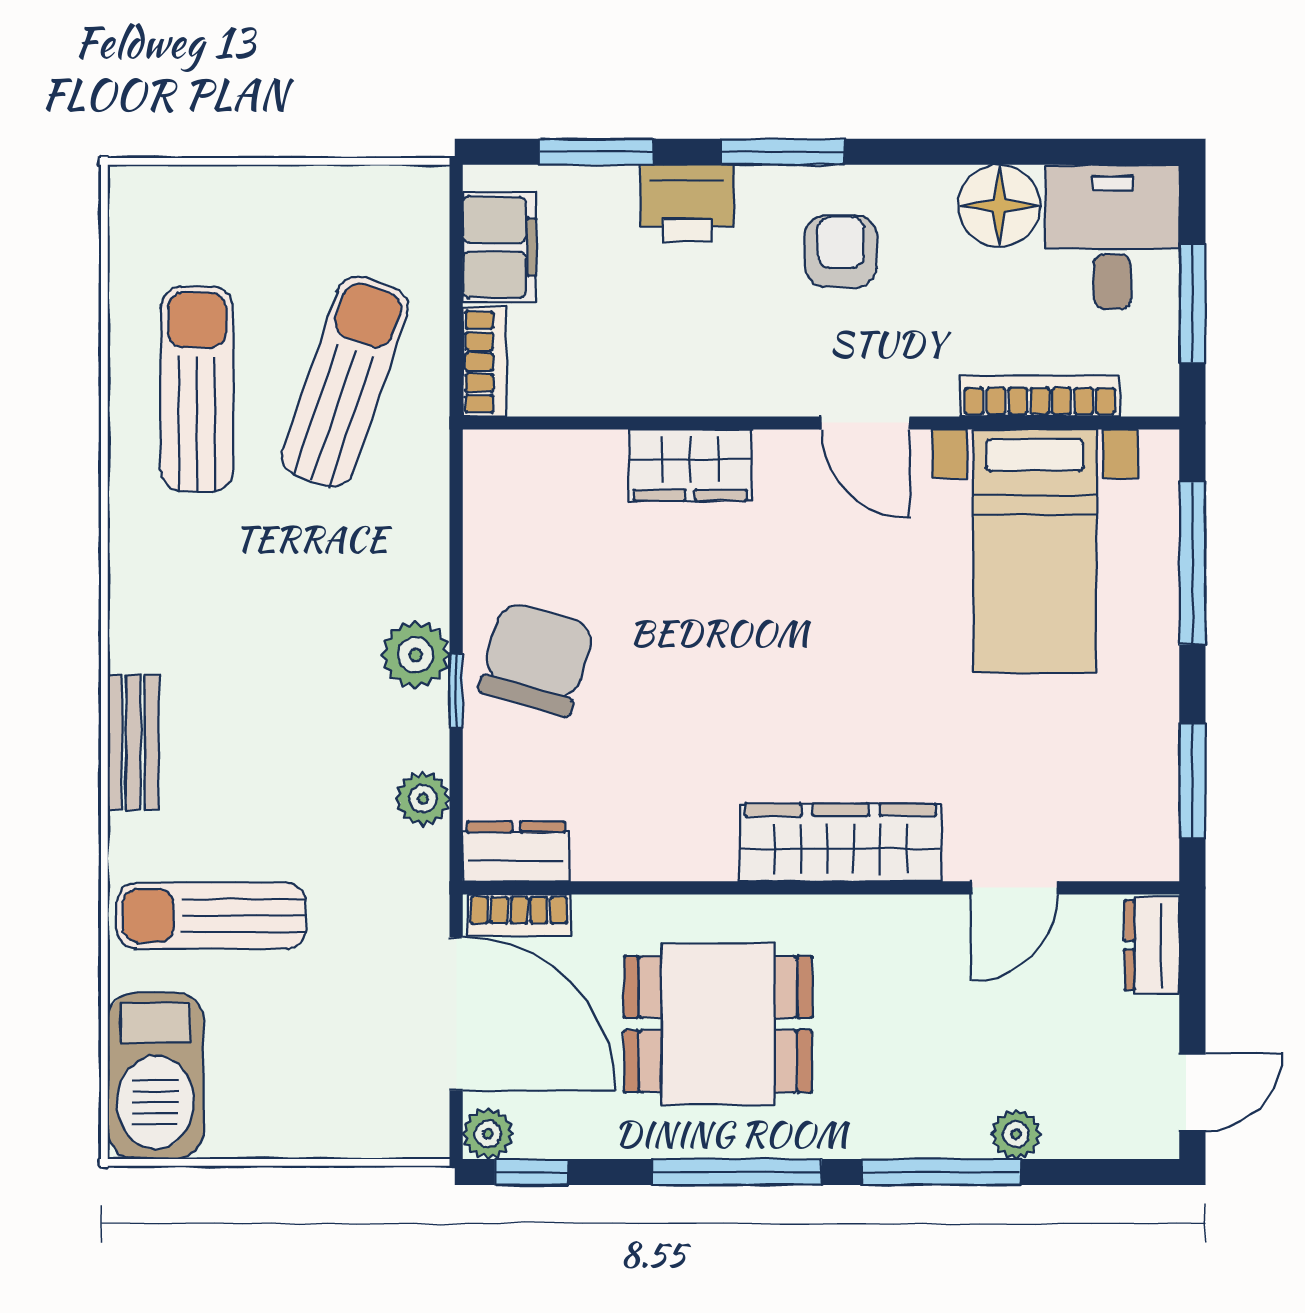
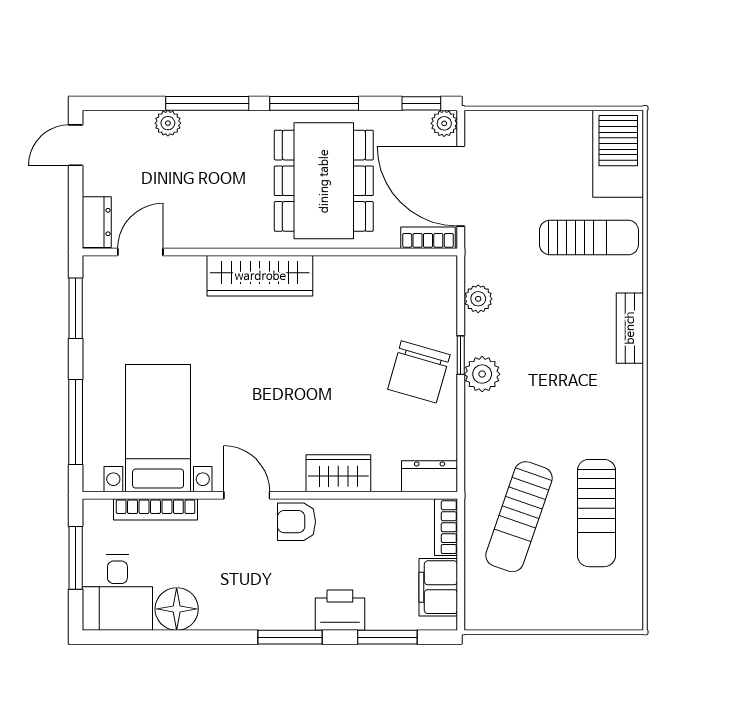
armchair: (841, 251) -> (296, 522), moved, turned 90
dresser: (516, 851) -> (430, 476), moved, turned 180
door: (1014, 888) -> (140, 252), moved
dining table: (718, 1024) -> (324, 181), width x1.38

